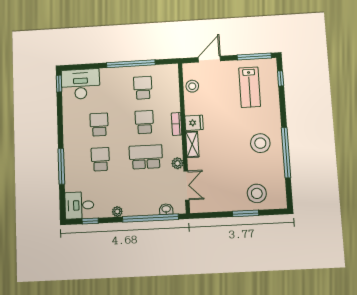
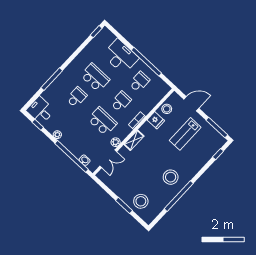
desk: (81, 84) -> (121, 56), moved
lab bench: (250, 87) -> (185, 134), moved
fridge: (194, 123) -> (156, 120), moved
school desk: (99, 125) -> (95, 77), width x1.85

